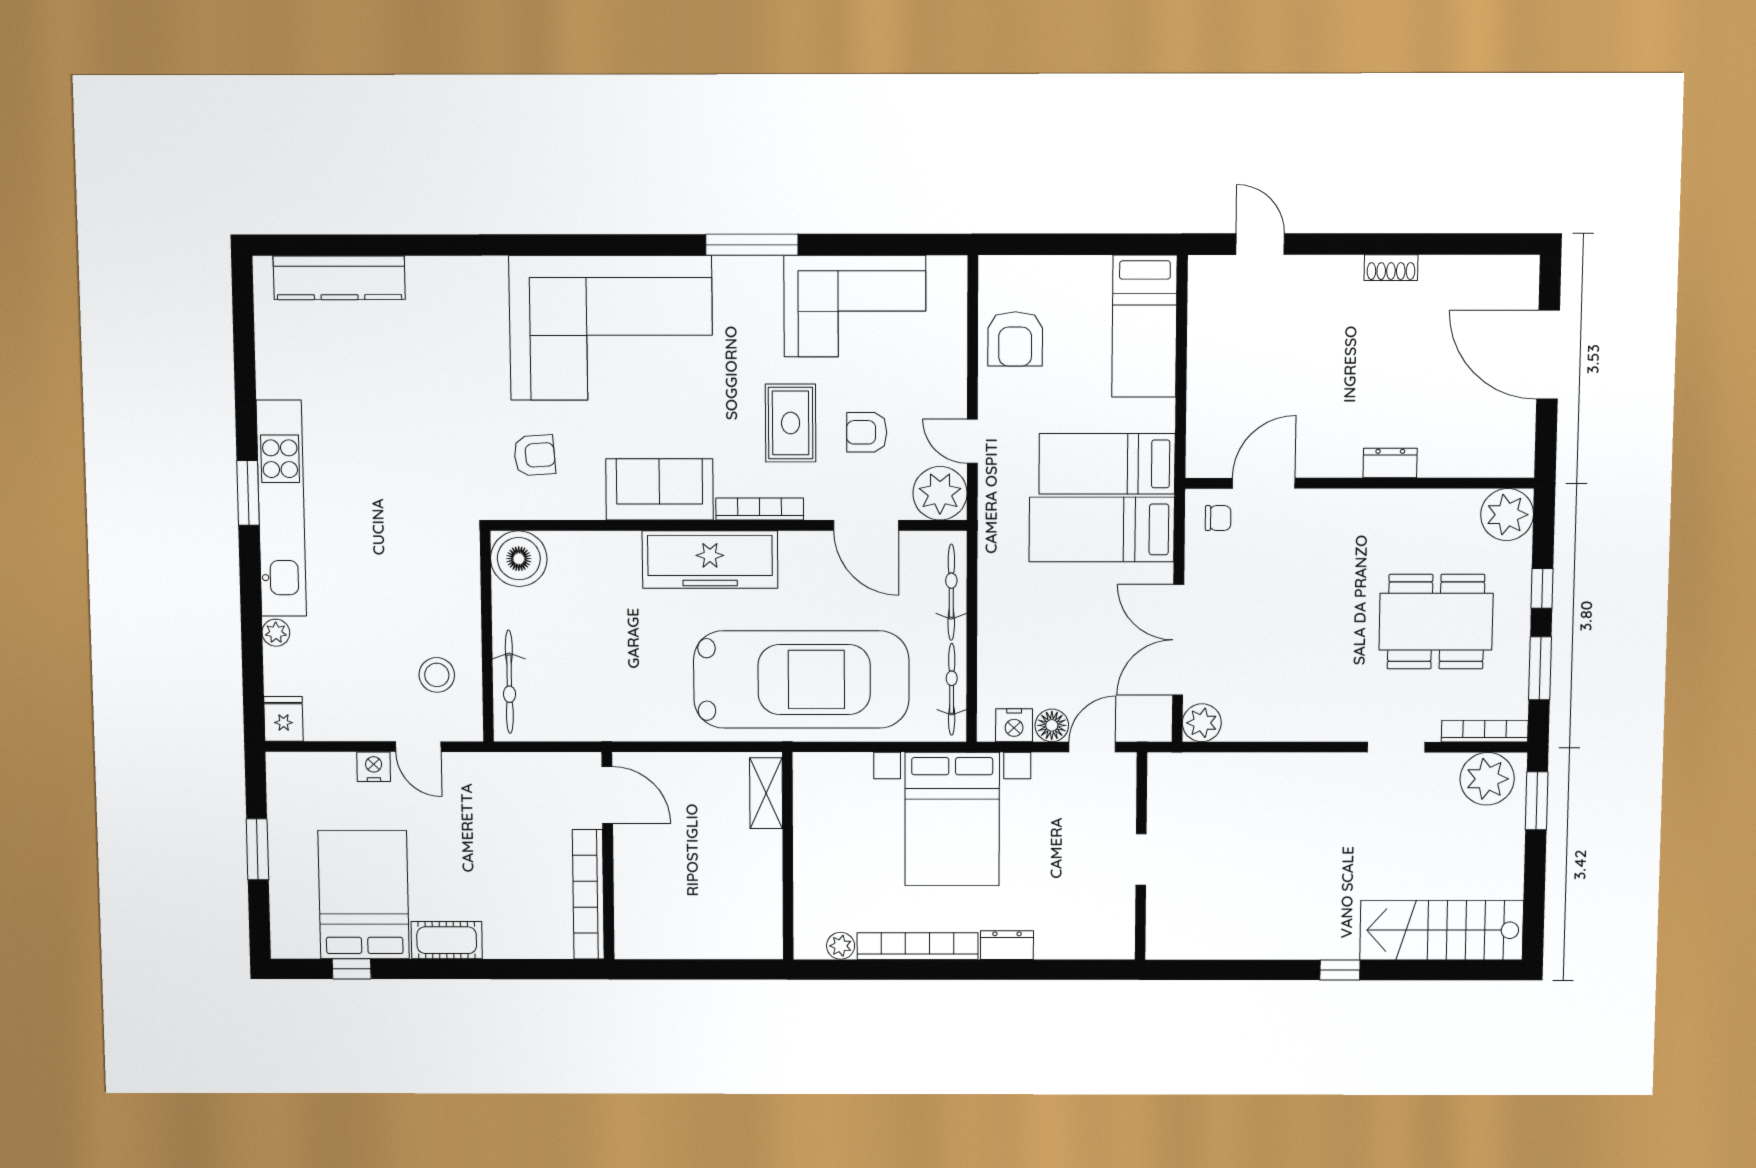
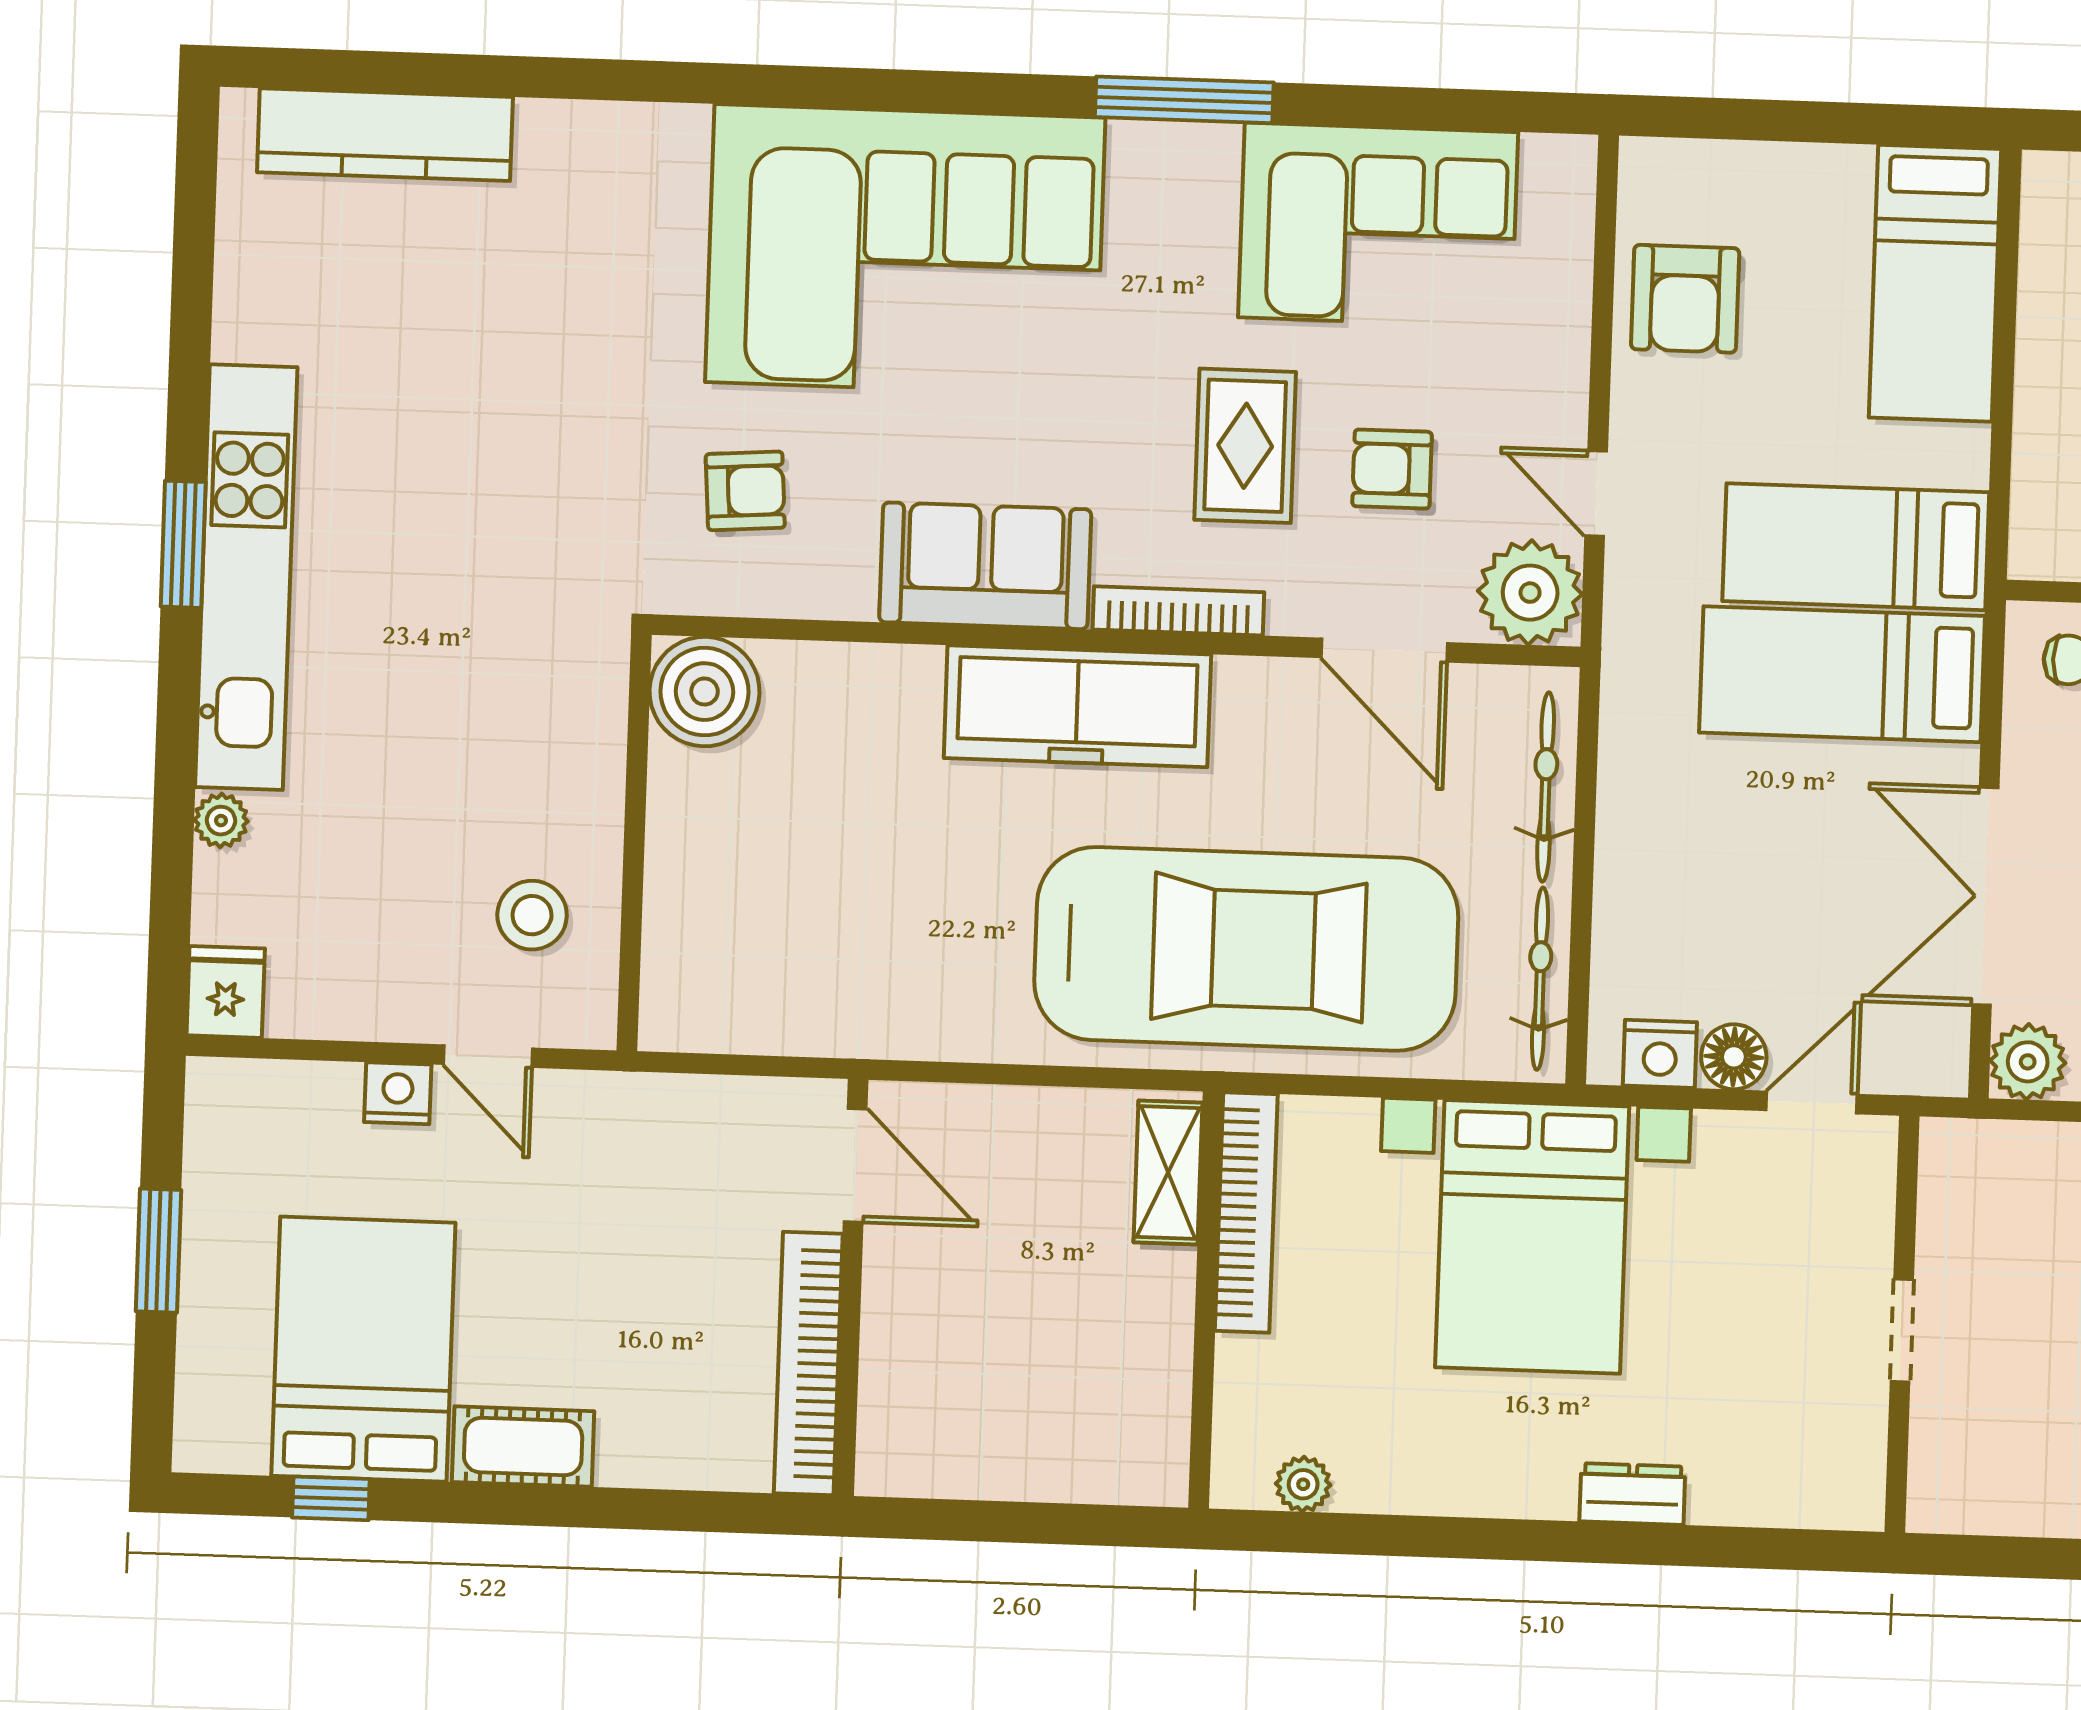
bicycle: (509, 682) -> (674, 934), removed
bookcase: (918, 946) -> (1246, 1212), moved, turned 90

